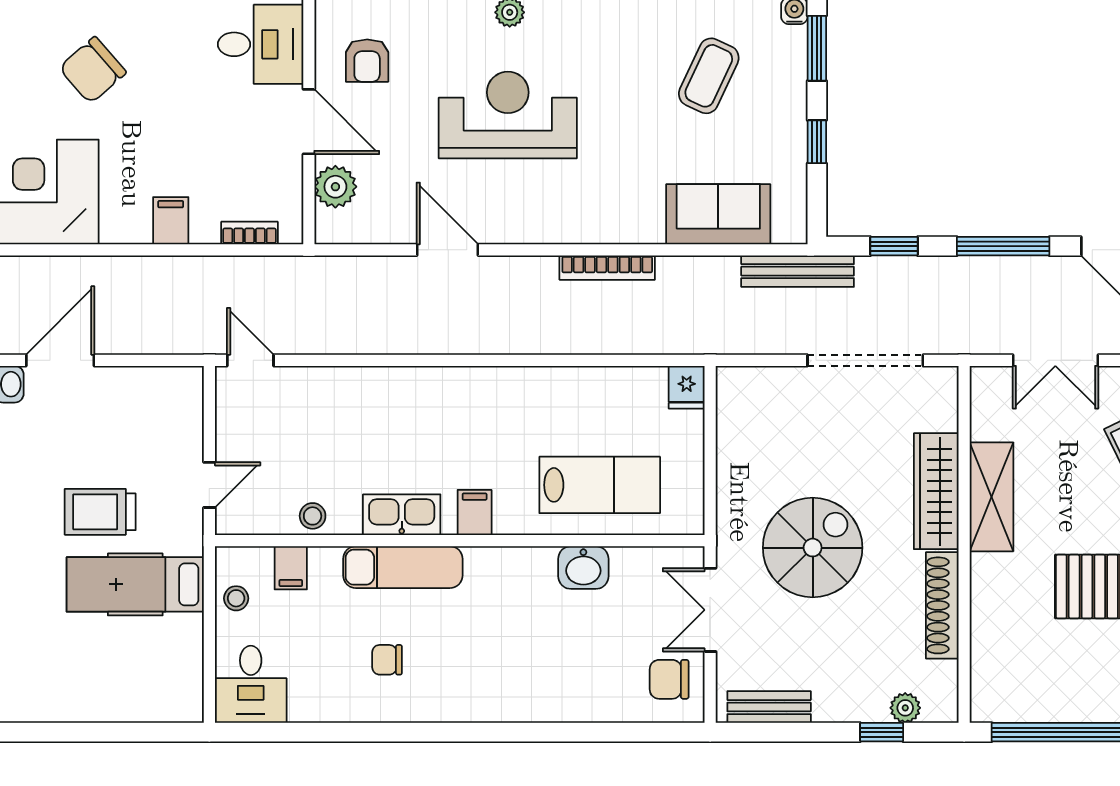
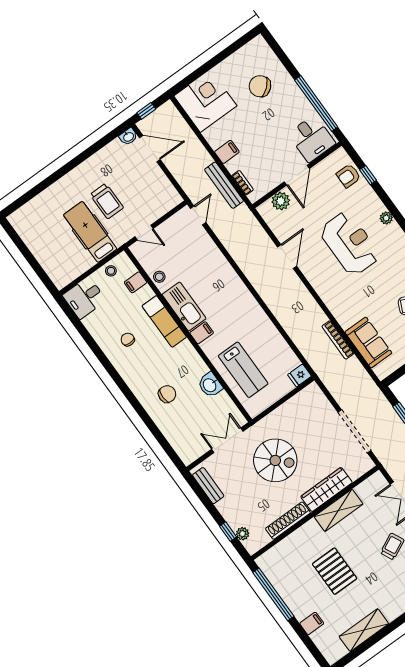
armchair: (367, 61) -> (348, 176), moved
bookcase: (607, 268) -> (338, 340), moved
bench: (798, 271) -> (224, 185), moved
trolley: (100, 512) -> (107, 201), turned 180
kitchen sink: (402, 515) -> (184, 307), width x1.36, depth x1.24
chair: (669, 679) -> (167, 394), moved, turned 90

